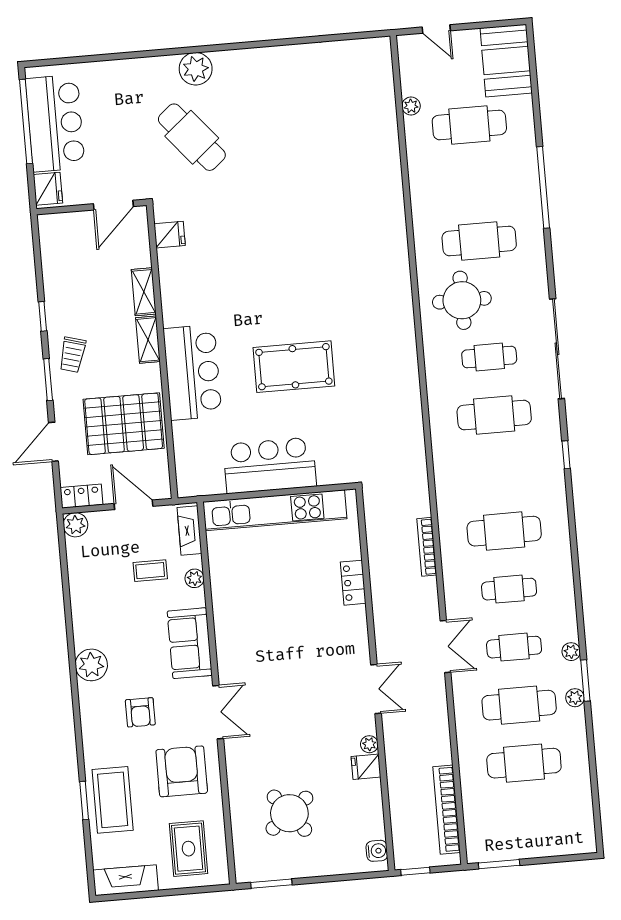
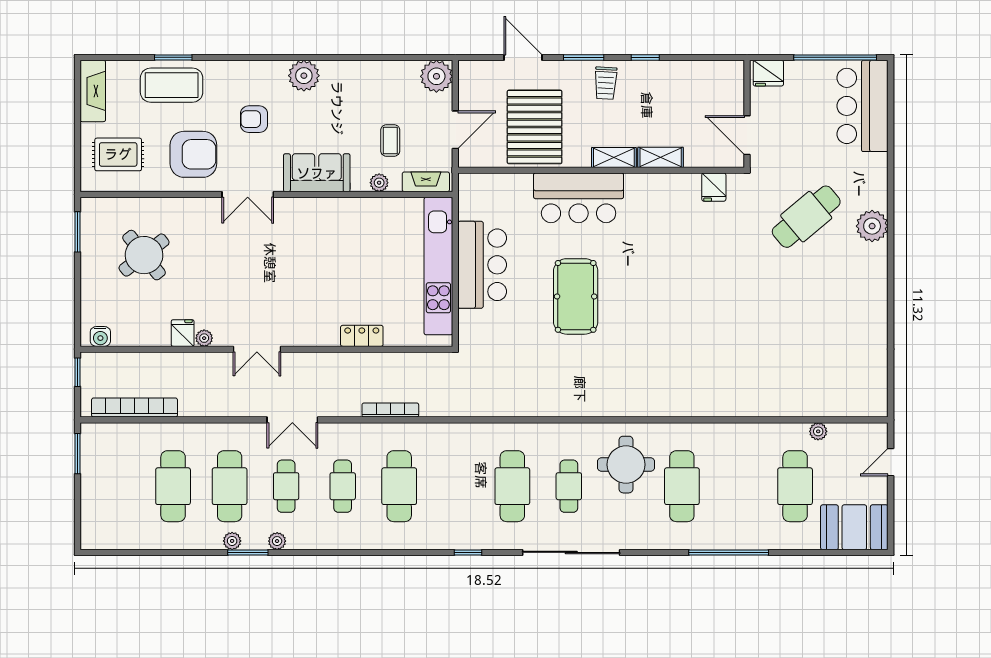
bar counter: (55, 123) -> (863, 106), moved, turned 90
trolley: (72, 355) -> (606, 83), turned -103
locker: (82, 496) -> (468, 80), removed
plant: (75, 525) -> (436, 76), width x1.36, depth x1.36

